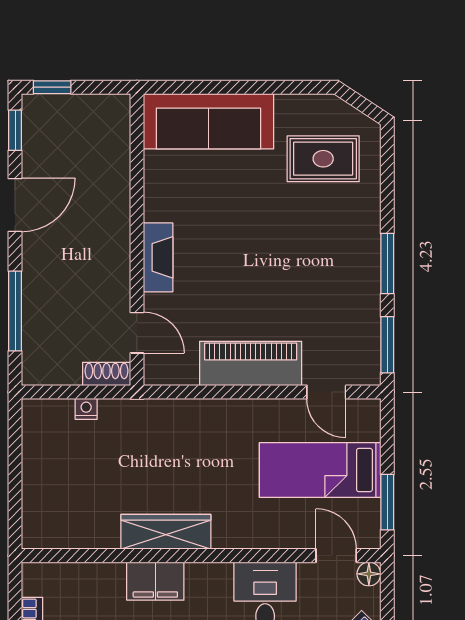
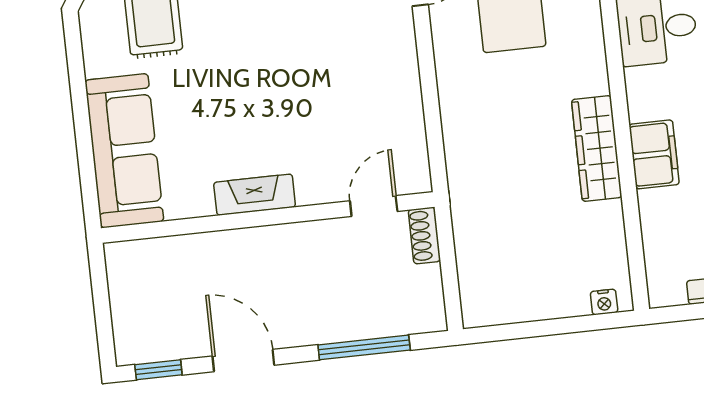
window: (52, 87) -> (105, 333), removed
fireplace: (158, 257) -> (255, 195), moved
piano: (251, 363) -> (395, 73), removed
nightstand: (86, 409) -> (604, 302), moved, turned -90

